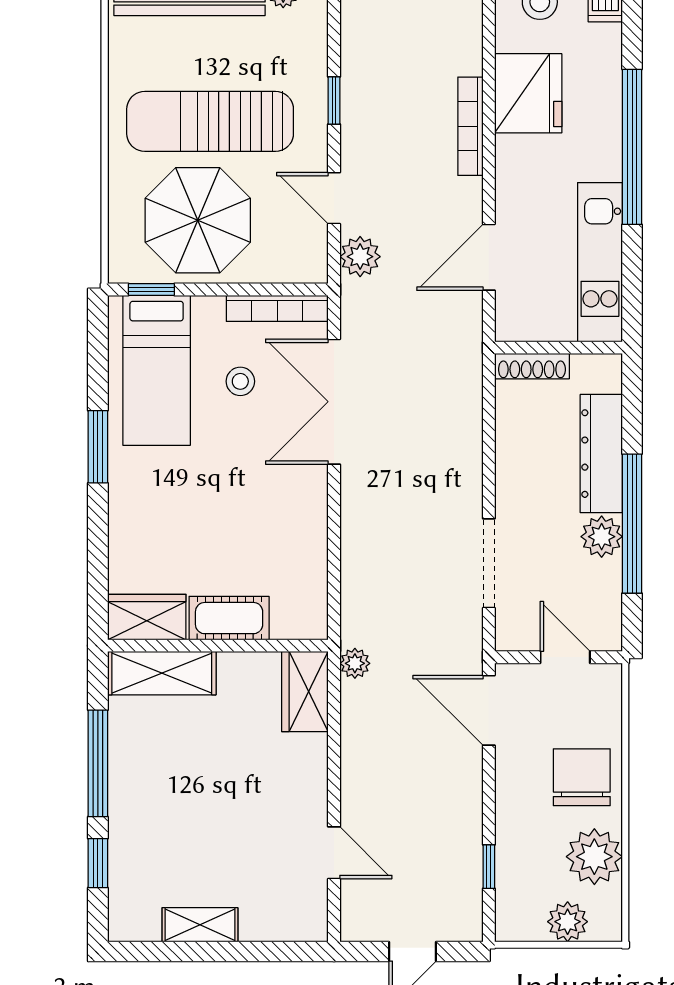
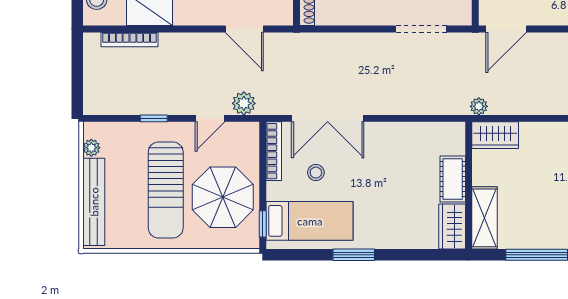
bookcase: (470, 126) -> (129, 40), moved

